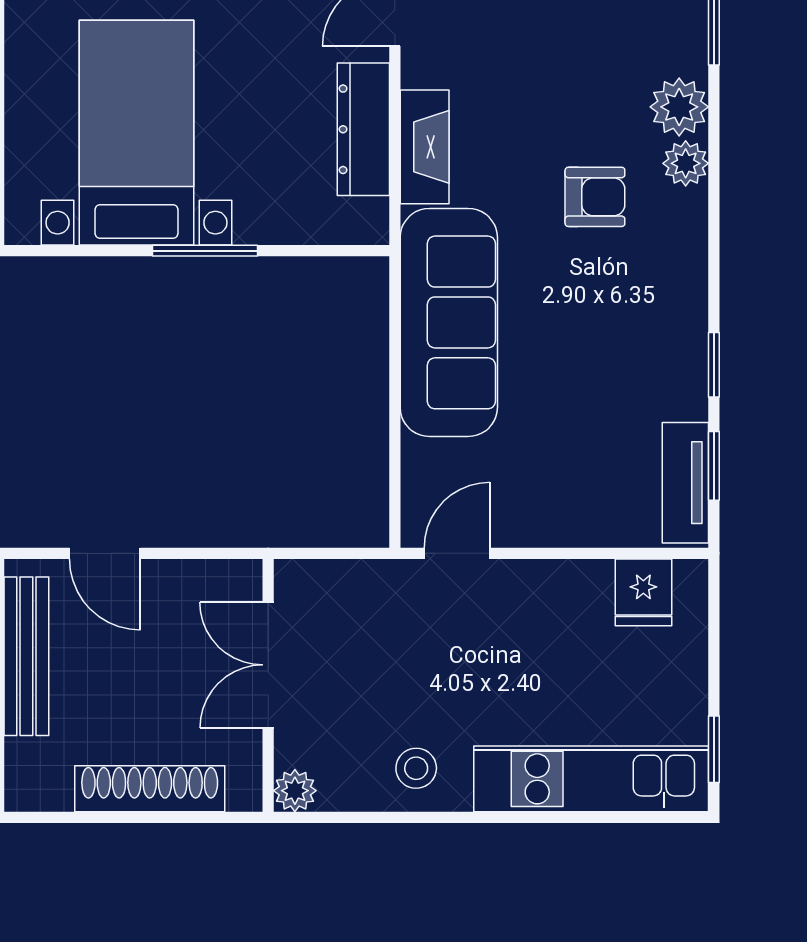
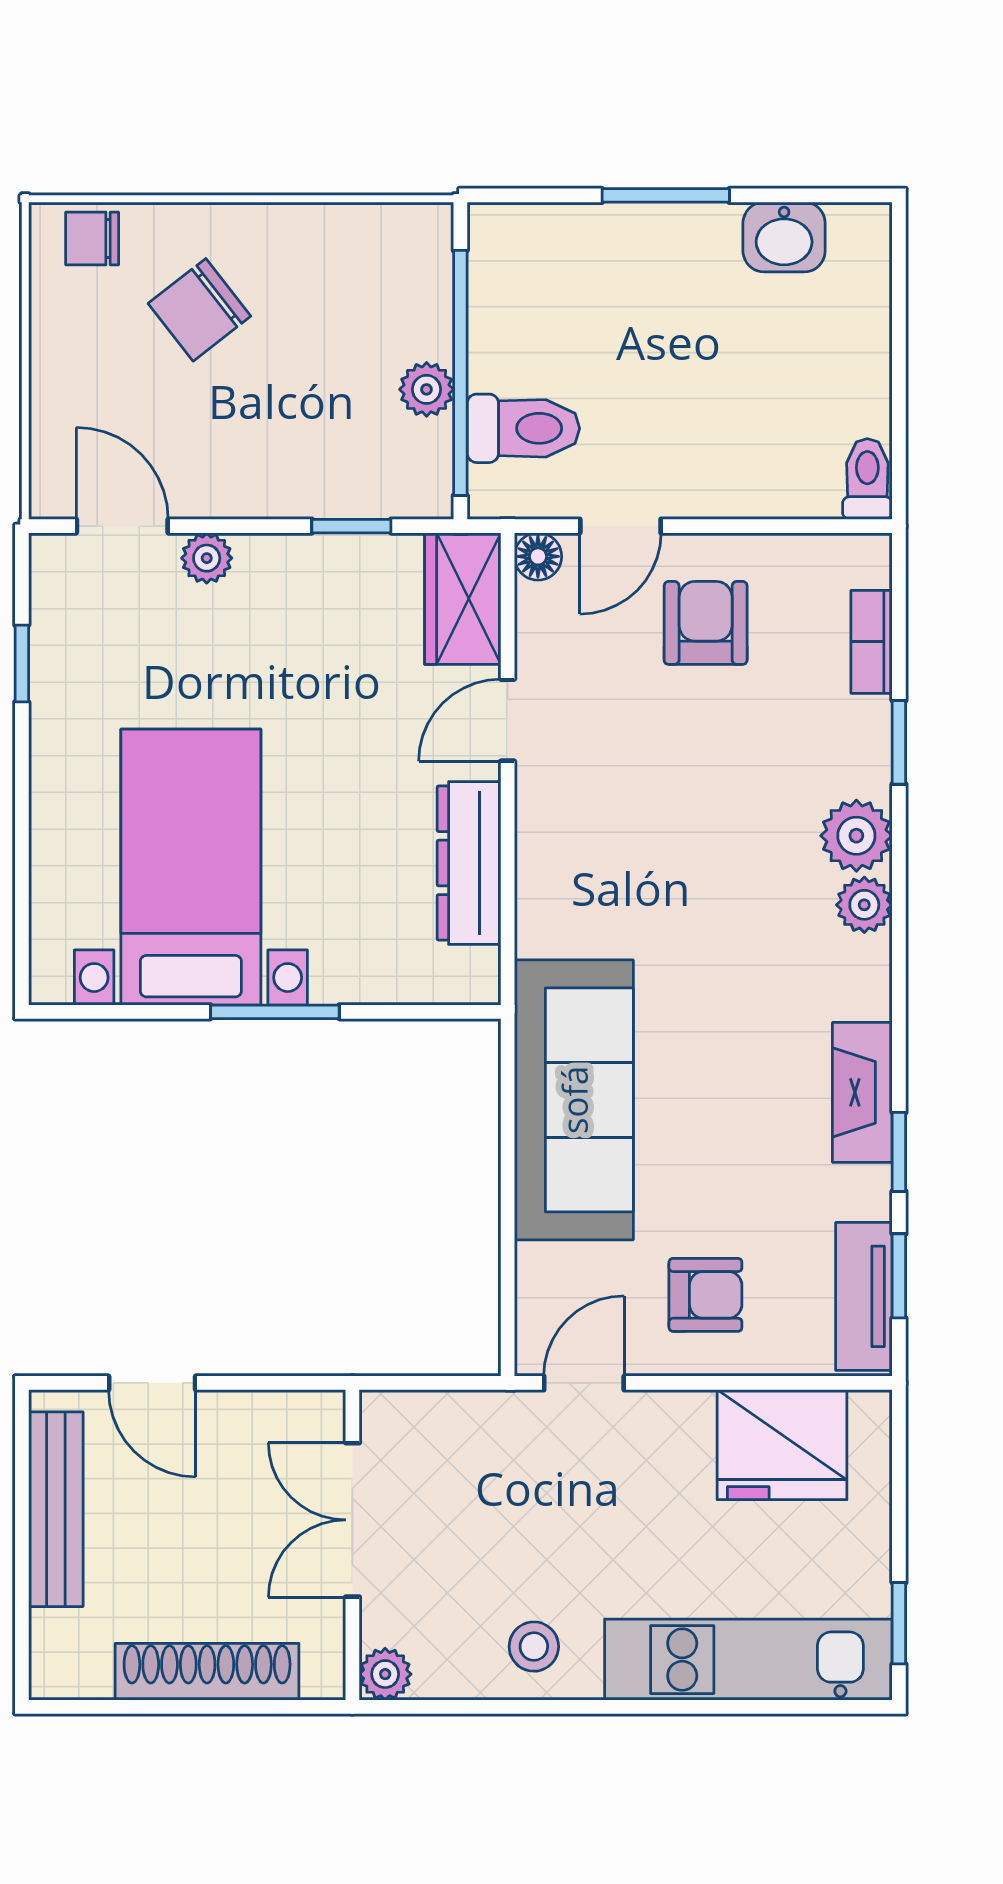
fireplace: (425, 147) -> (862, 1092), moved, turned 180
armchair: (595, 197) -> (705, 1295), moved
fridge: (643, 592) -> (782, 1445), width x1.88, depth x1.34

